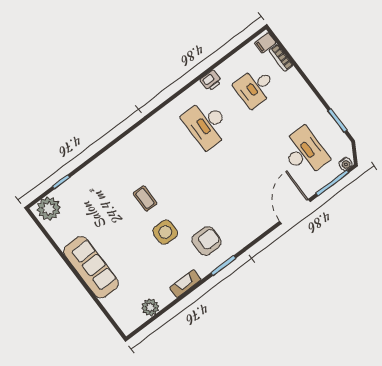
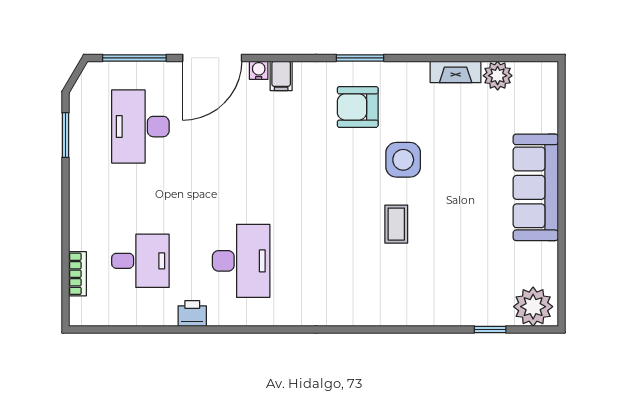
filing cabinet: (265, 43) -> (281, 76), moved, turned 90
water cooler: (345, 164) -> (259, 70), moved
fireplace: (185, 284) -> (456, 72), moved

